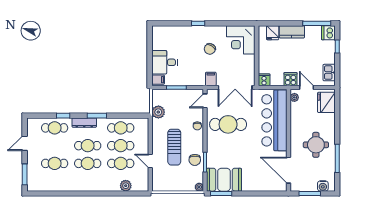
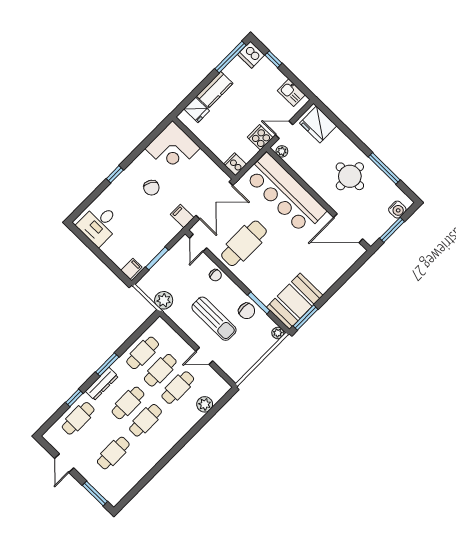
desk: (165, 62) -> (99, 224), moved

